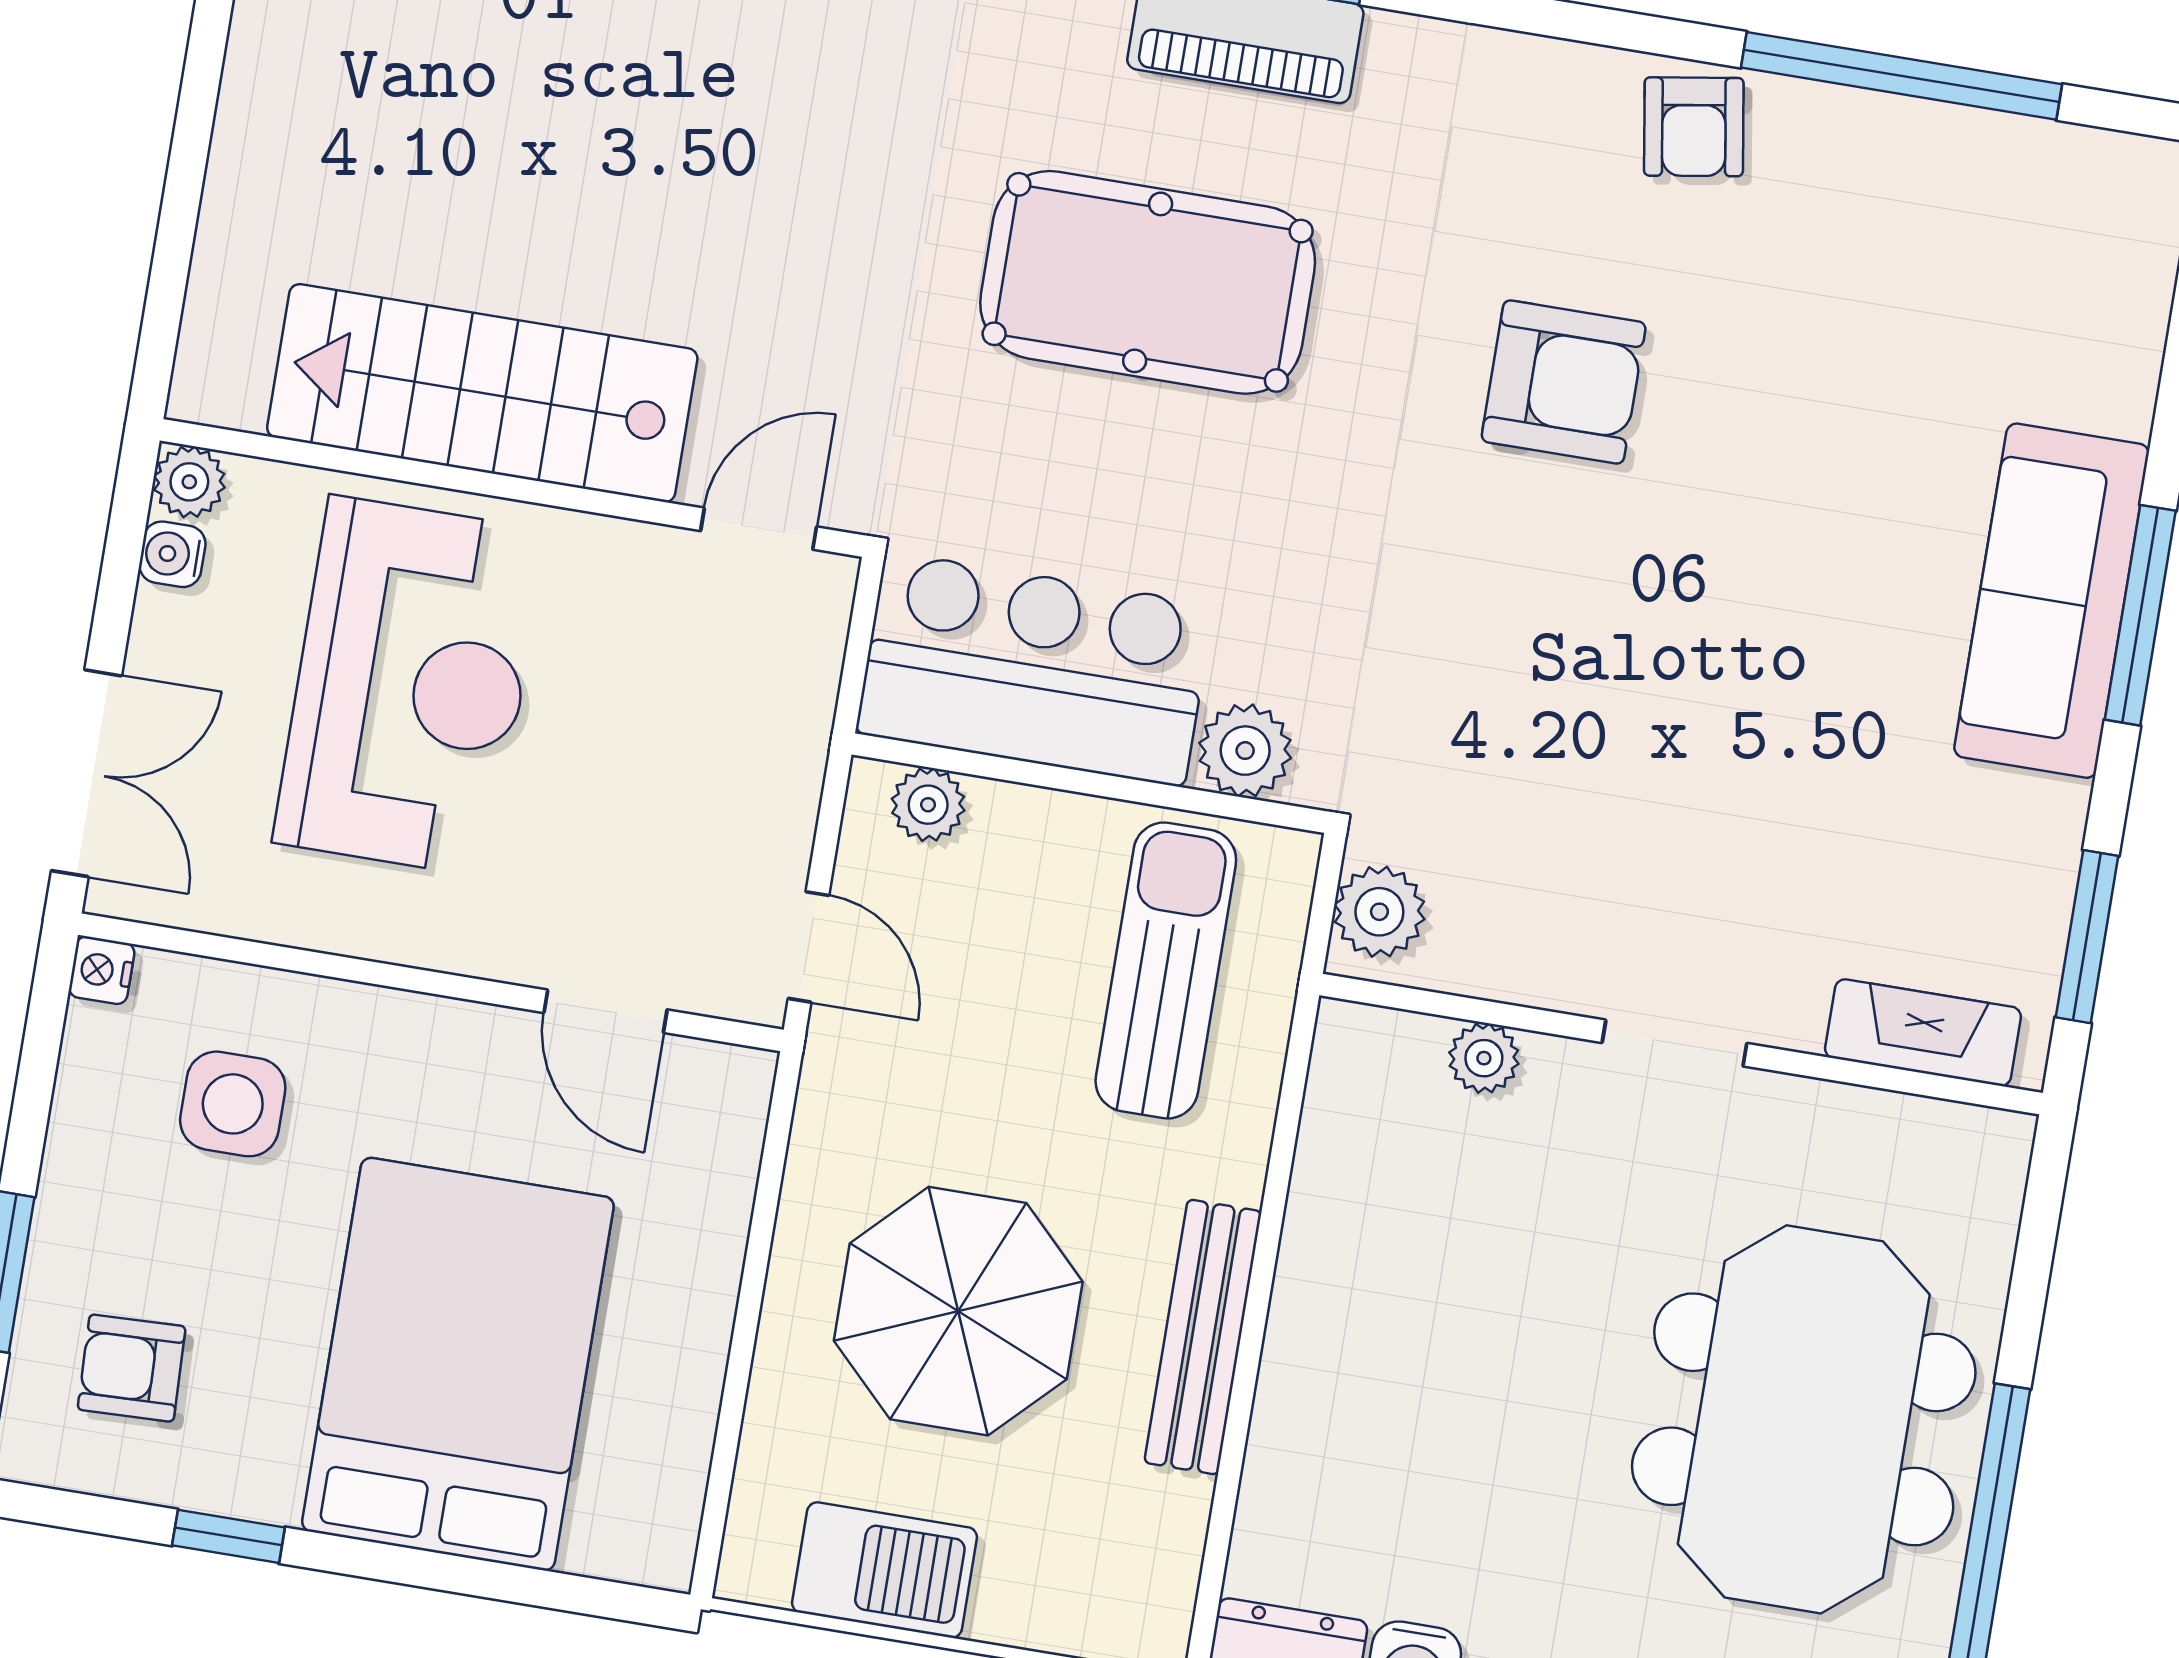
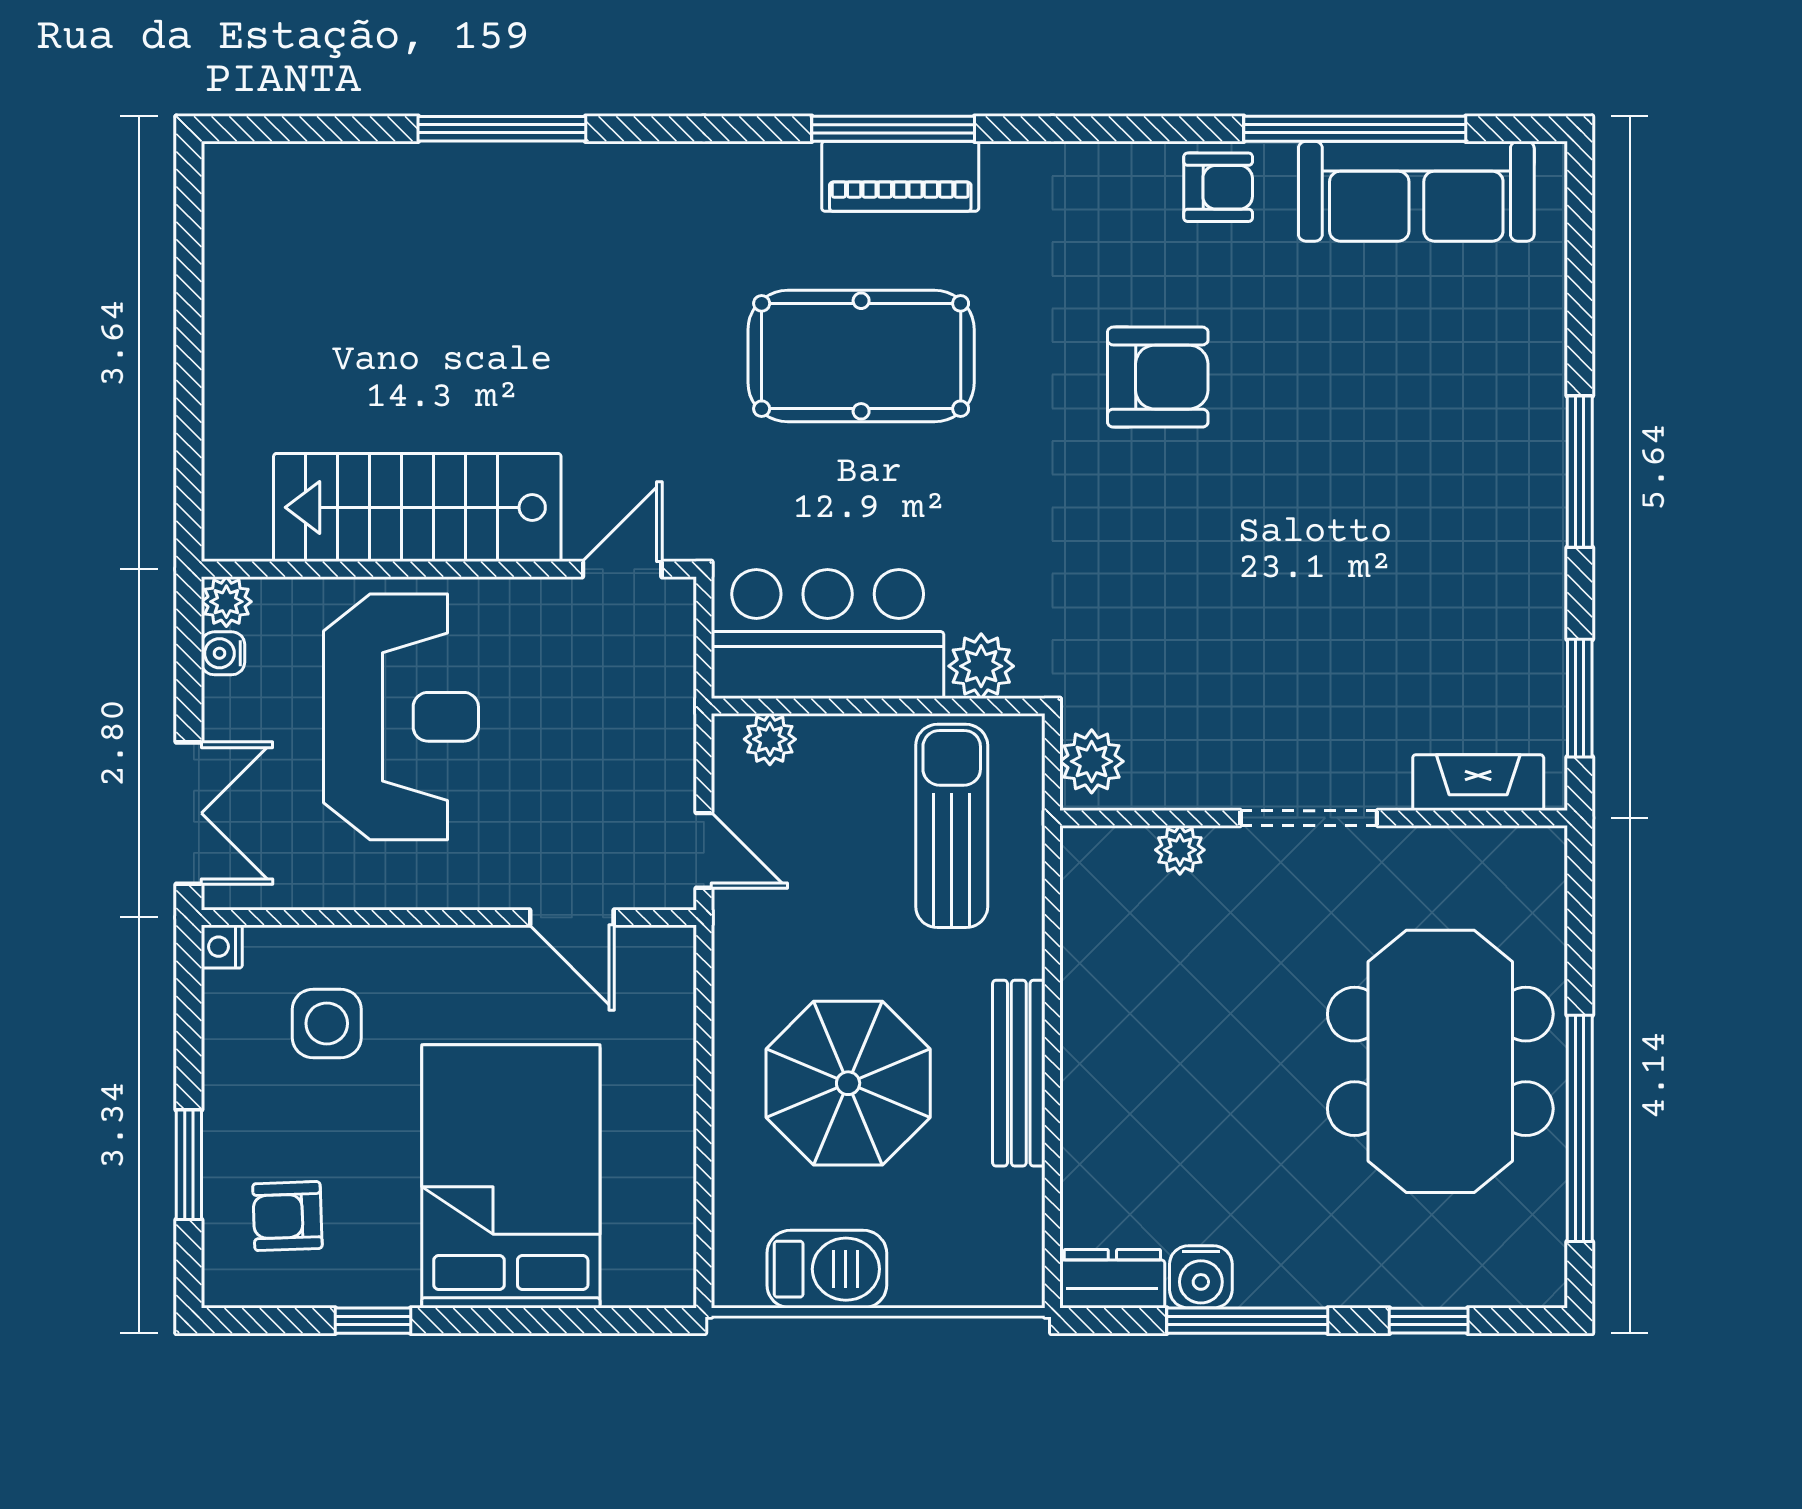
armchair: (1694, 127) -> (1218, 187), turned -81
sofa: (2052, 601) -> (1416, 191), moved, turned -90
doorway: (1674, 1043) -> (1309, 818), width x1.38

